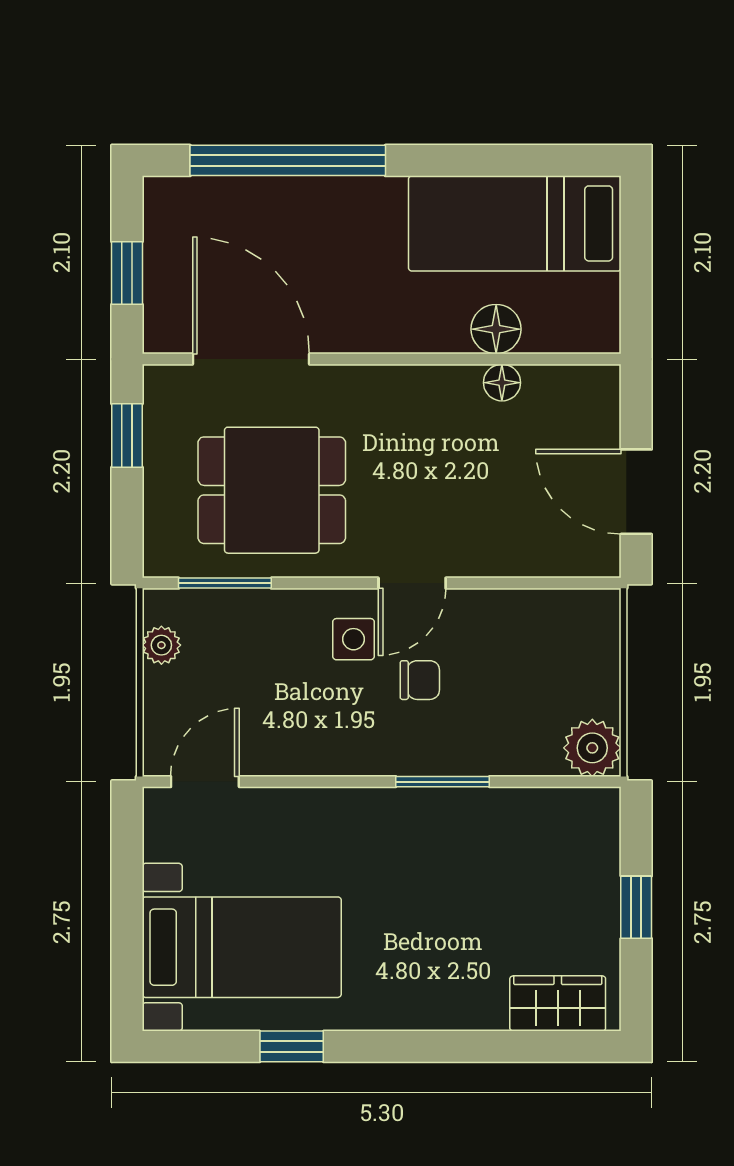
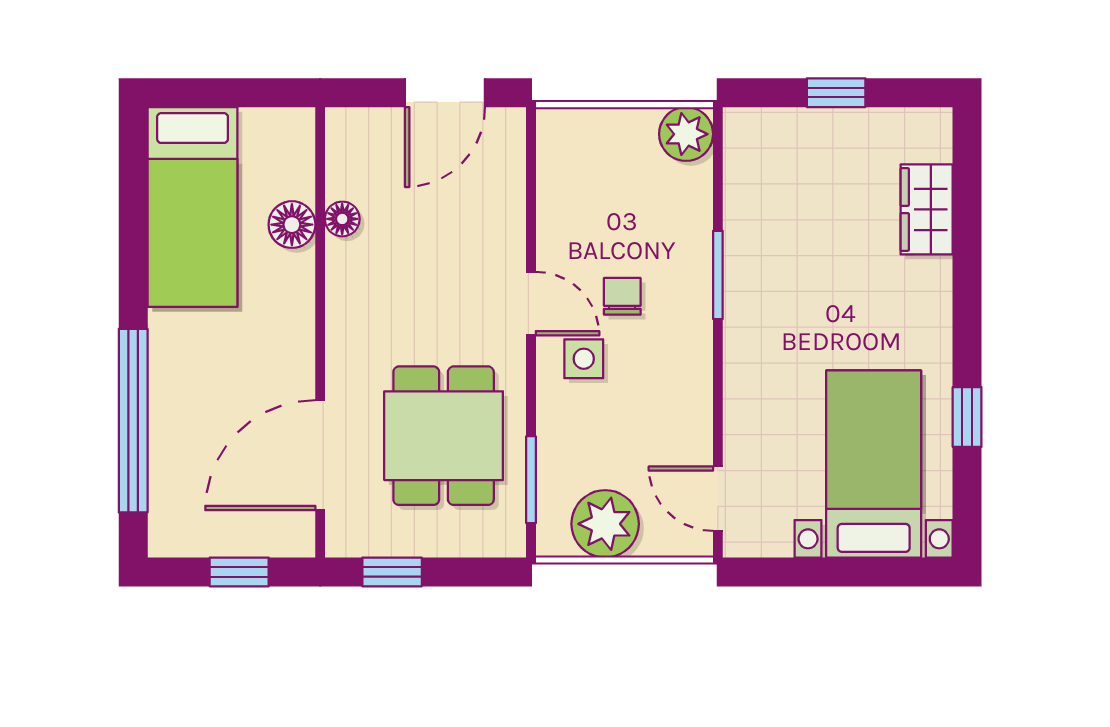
plant: (161, 645) -> (605, 524), width x1.87, depth x1.87
wardrobe: (558, 1003) -> (927, 209), moved

